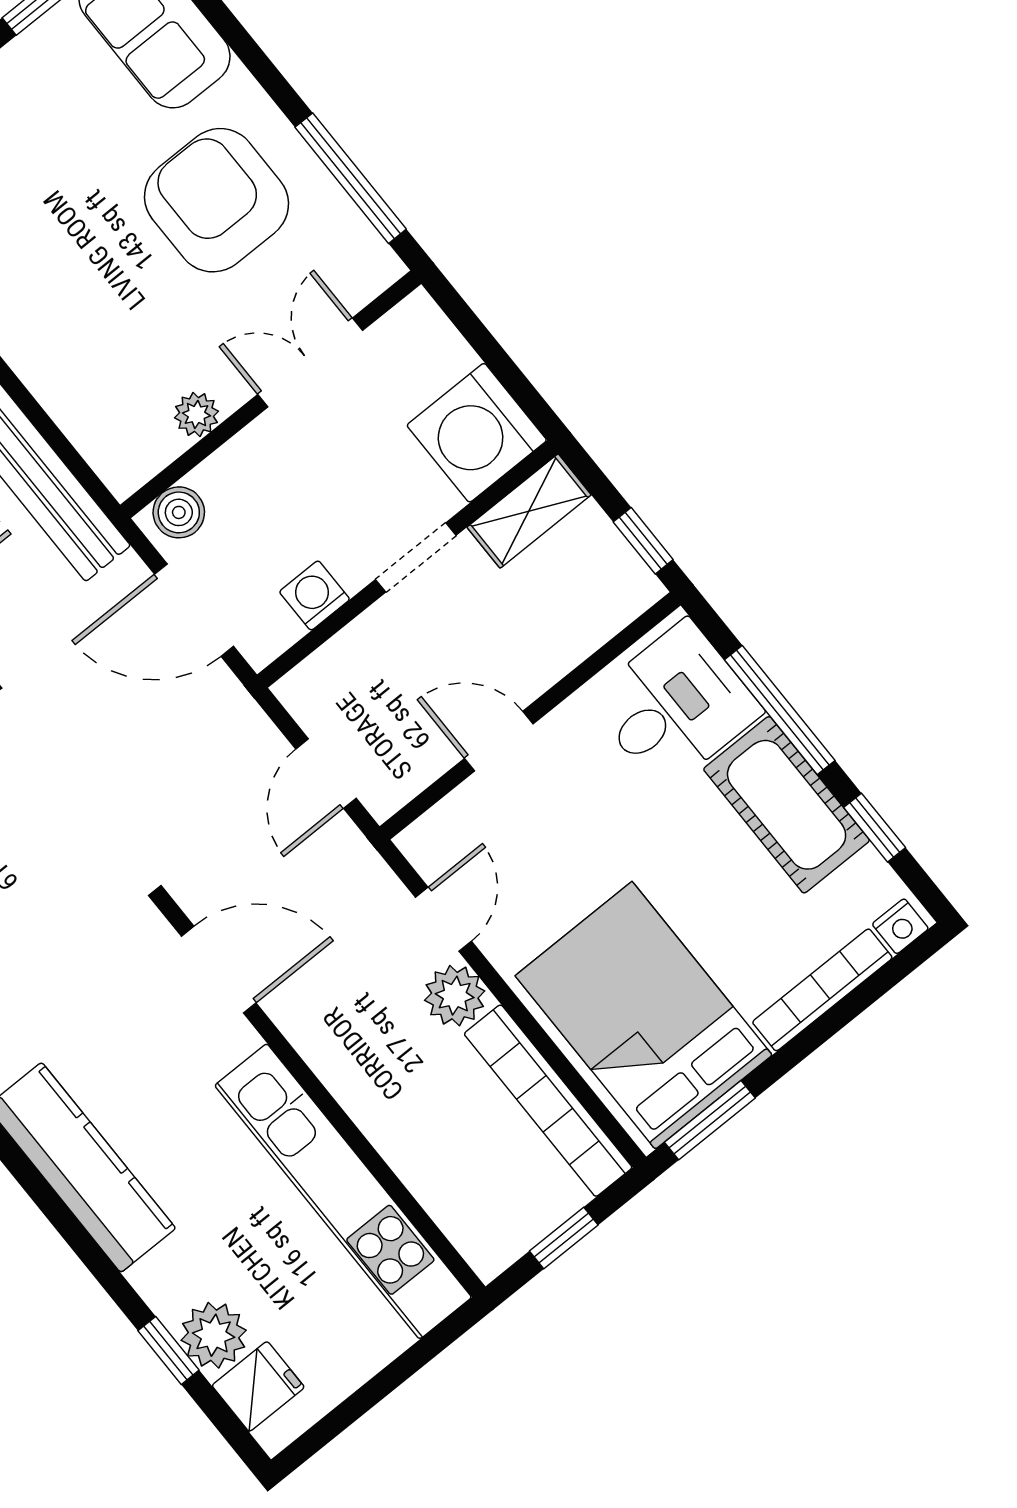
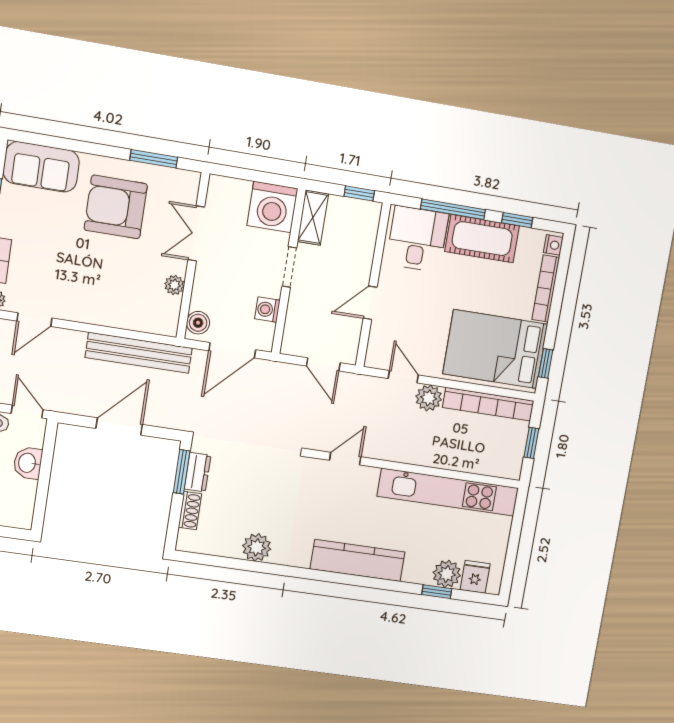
window: (351, 178) -> (154, 159), width x0.69
door: (219, 970) -> (345, 459), width x0.73
window: (710, 1120) -> (546, 363), width x0.67

